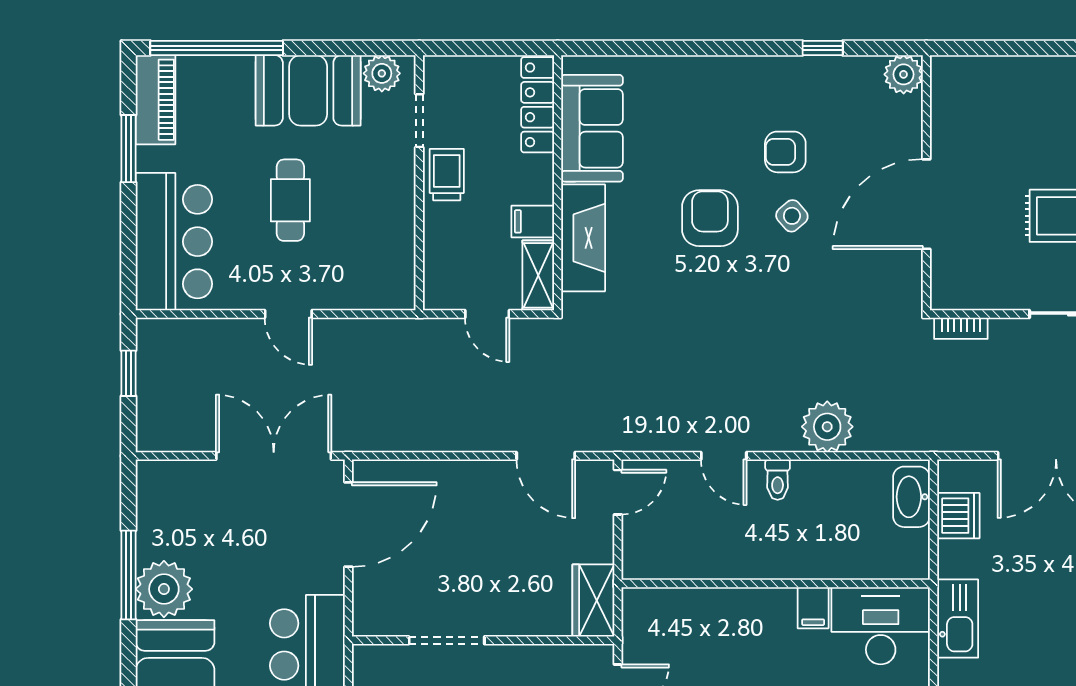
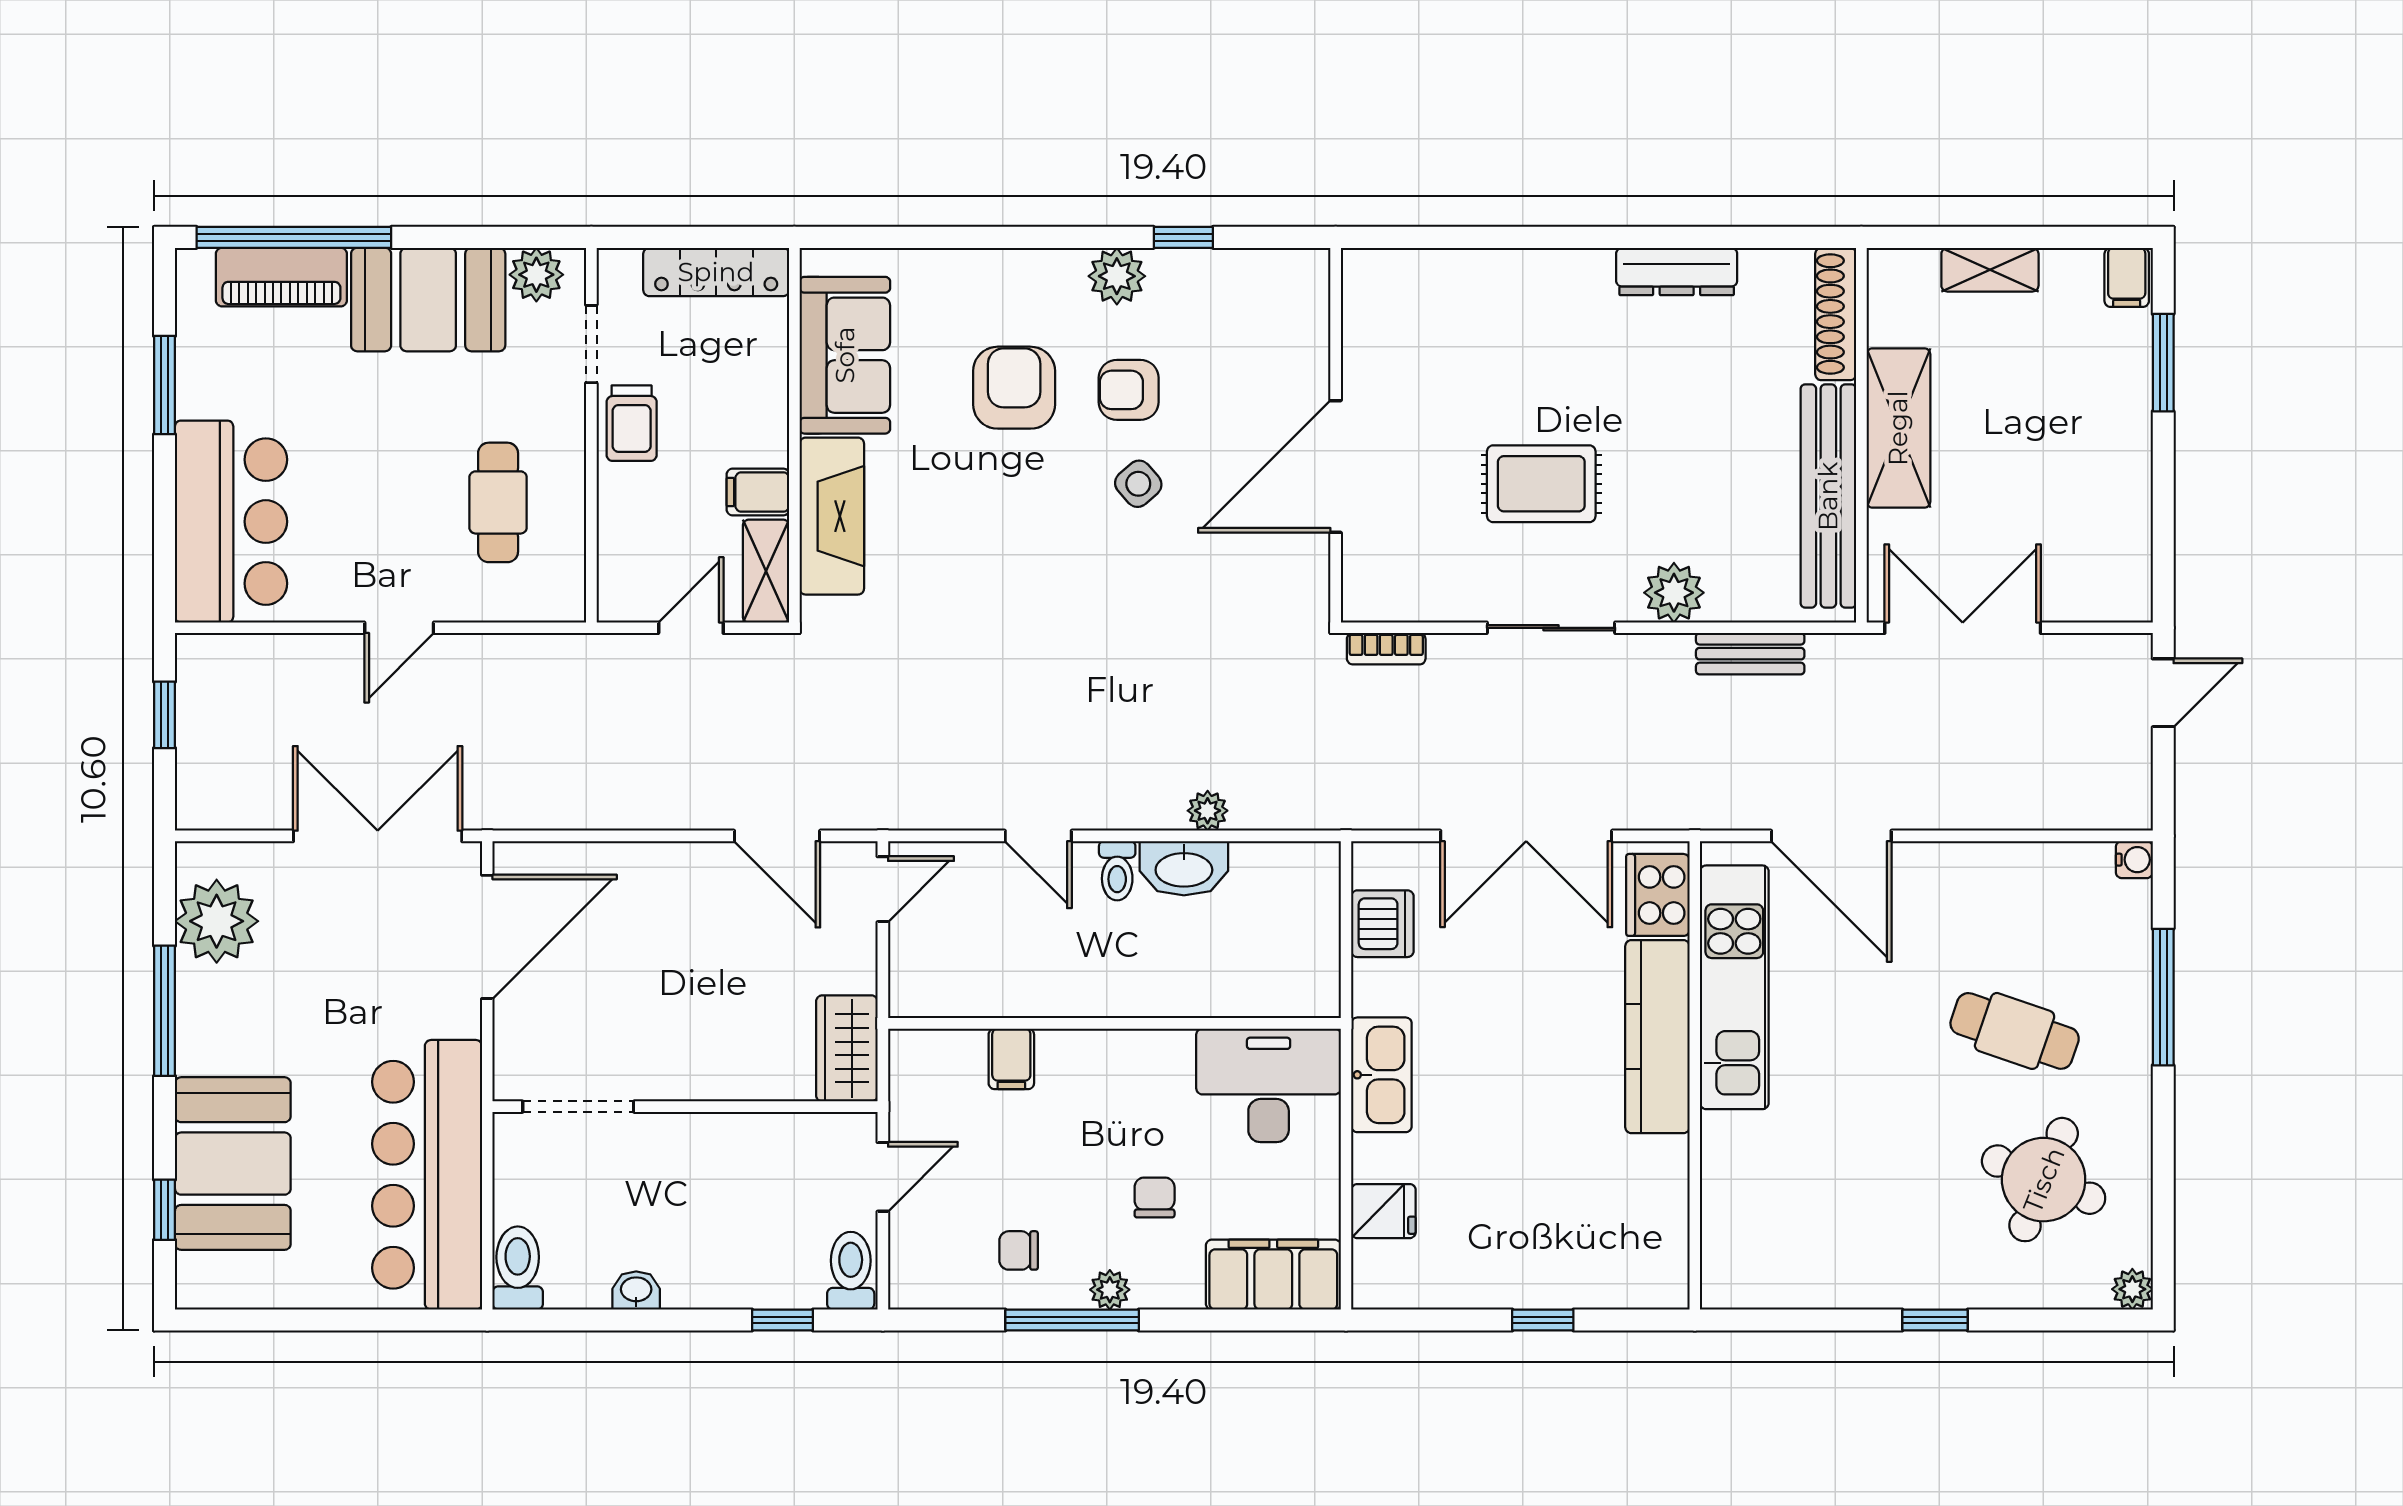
plant: (904, 74) -> (1117, 276), moved
piano: (156, 100) -> (281, 277), moved, turned 90
locker: (538, 105) -> (716, 272), moved, turned -90
trolley: (447, 175) -> (632, 423), turned 180
cafe table: (290, 200) -> (498, 502), moved
armchair: (710, 218) -> (1014, 388), moved
door: (288, 314) -> (399, 628), hinge flipped
door: (487, 314) -> (691, 628), swing flipped
plant: (827, 427) -> (1208, 811), width x0.53, depth x0.53
washbasin: (911, 497) -> (1184, 868), moved, turned -90
plant: (164, 589) -> (217, 921), moved
filing cabinet: (813, 608) -> (1011, 1059), moved
doorway: (447, 640) -> (578, 1107), moved

